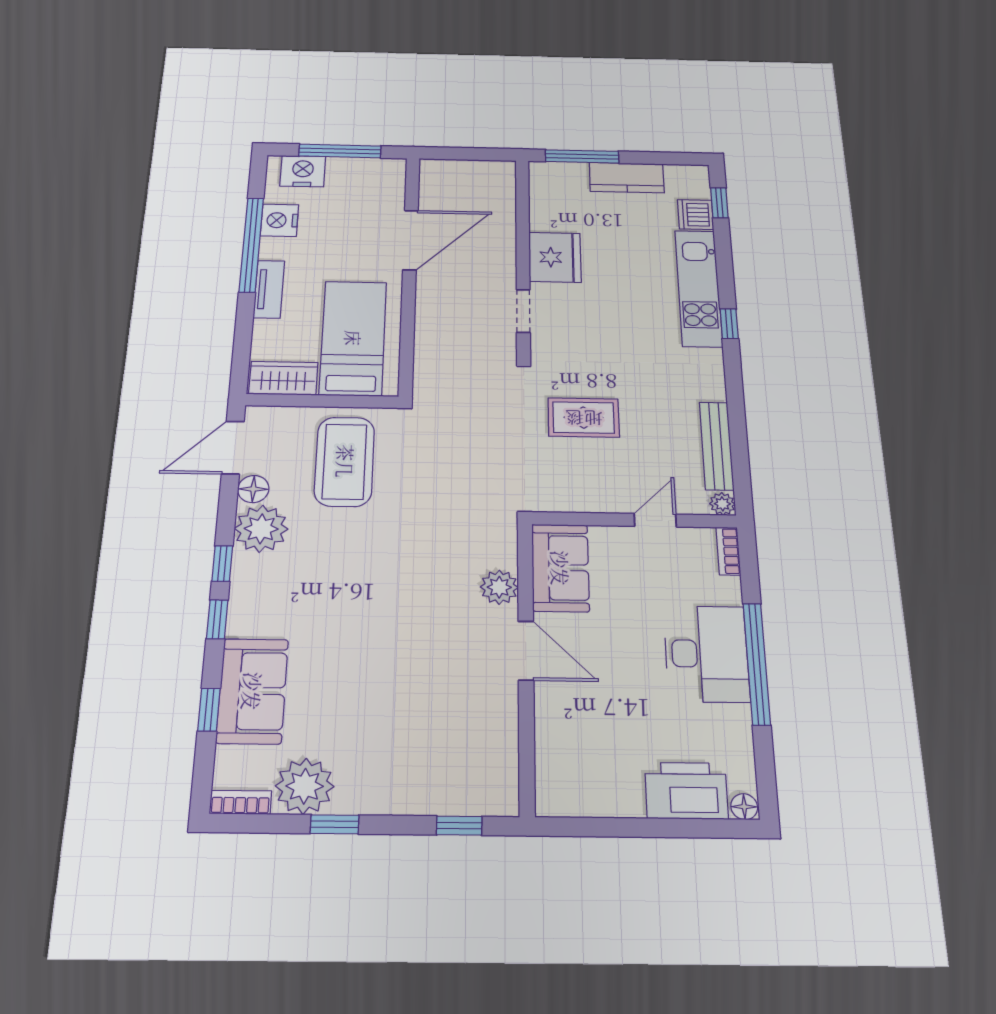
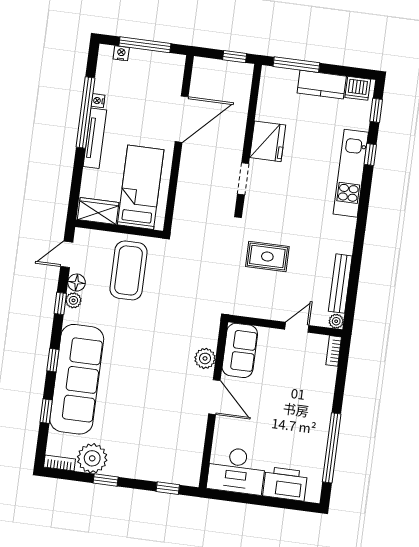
window: (484, 154) -> (235, 57), added
nightstand: (303, 171) -> (121, 53), width x0.53, depth x0.56
dishwasher: (696, 215) -> (358, 88), moved, turned -90
nightstand: (279, 220) -> (98, 101), width x0.53, depth x0.56
tv unit: (269, 289) -> (95, 138), width x1.41
window: (729, 324) -> (370, 155), moved
door: (233, 448) -> (67, 254), width x0.73
plant: (261, 529) -> (73, 300), width x0.53, depth x0.53
window: (222, 564) -> (60, 303), moved
desk: (706, 654) -> (236, 470), moved, turned 90
window: (757, 663) -> (332, 448), moved
sofa: (252, 691) -> (77, 379), width x1.85, depth x1.27
floor lamp: (744, 807) -> (313, 496), removed

